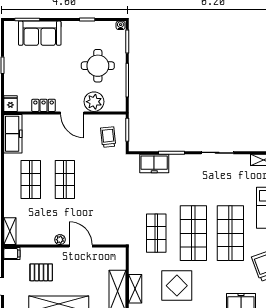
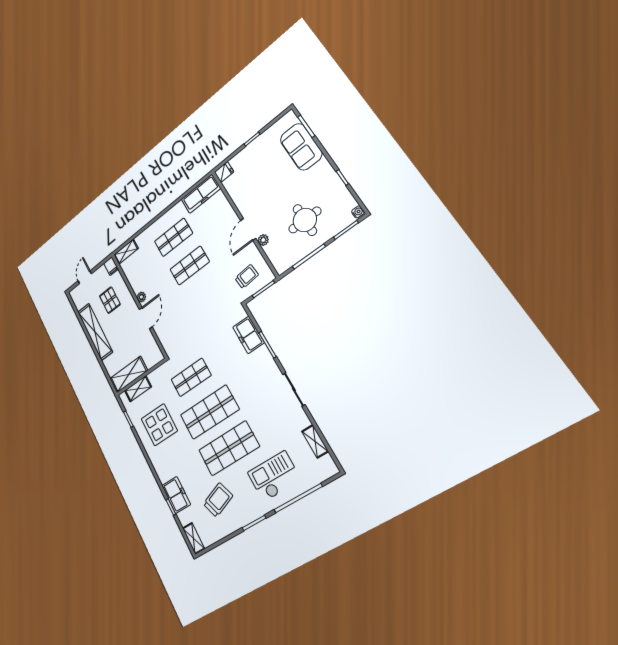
plant: (94, 102) -> (263, 240), width x0.53, depth x0.53
locker: (44, 105) -> (240, 200), removed

